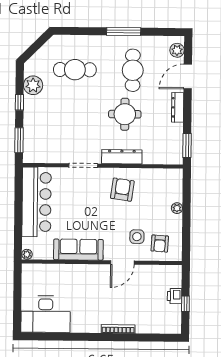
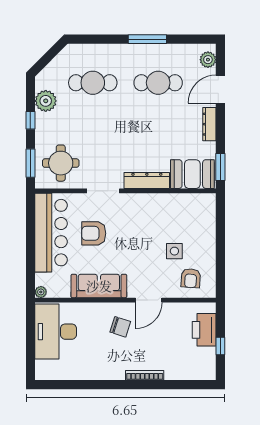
cafe table: (133, 70) -> (158, 83), turned 90
round table: (125, 114) -> (61, 163), moved
booth: (162, 151) -> (192, 174), added
armchair: (122, 190) -> (94, 233), moved, turned -98
plant: (177, 208) -> (210, 238), removed
side table: (137, 237) -> (174, 251), moved
chair: (97, 286) -> (120, 327), added
printer: (175, 296) -> (204, 330), width x1.87, depth x1.48
desk: (46, 314) -> (56, 332), moved, turned 90

